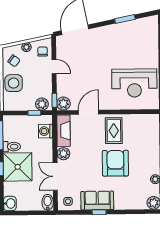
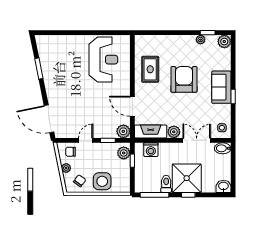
window: (54, 100) -> (108, 140), moved
rug: (114, 131) -> (150, 69), moved, turned 90
armchair: (115, 163) -> (184, 79), turned 90
double door: (55, 176) -> (197, 140), swing flipped
sofa: (97, 200) -> (221, 87), moved

